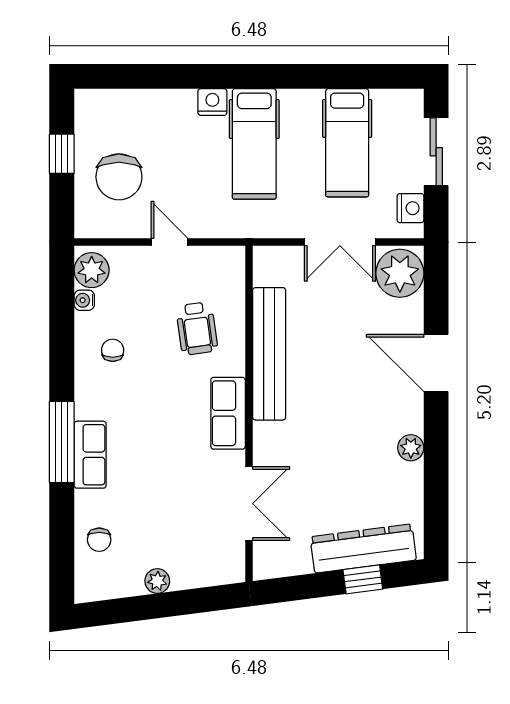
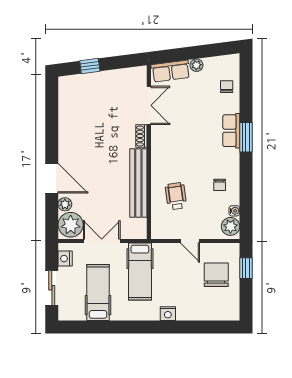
hospital bed: (254, 144) -> (140, 272), moved, turned 180
window: (62, 154) -> (246, 268), moved
row of seats: (228, 413) -> (171, 71), moved, turned 83
window: (62, 442) -> (246, 137), width x0.69
shoe rack: (263, 444) -> (141, 136), added
plant: (411, 448) -> (65, 204), moved
double door: (249, 504) -> (149, 105), swing flipped
dresser: (363, 548) -> (90, 82), removed

